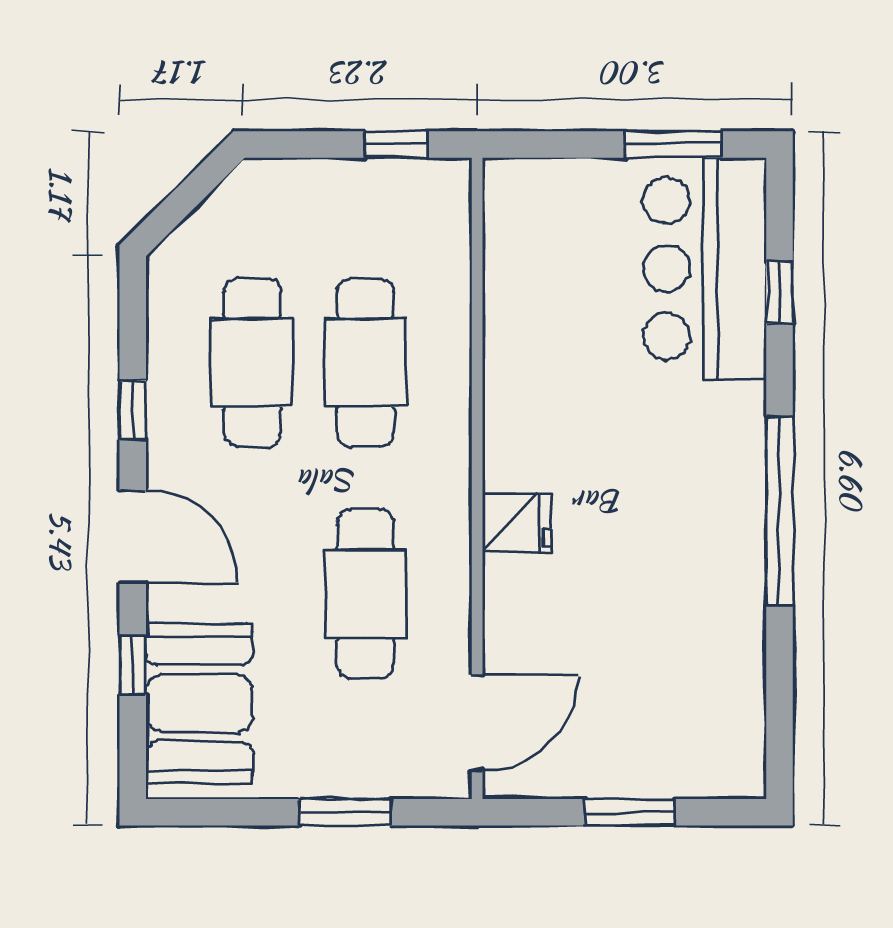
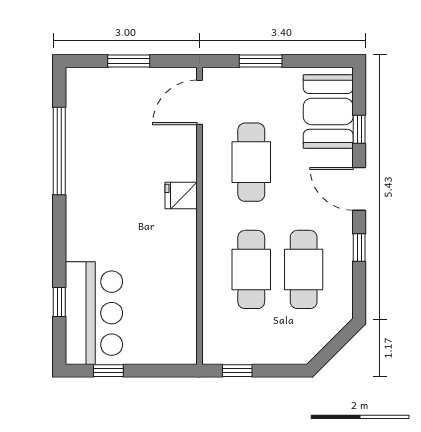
window: (673, 144) -> (108, 371), width x0.67
window: (780, 511) -> (59, 151), moved

